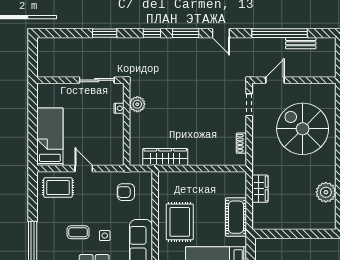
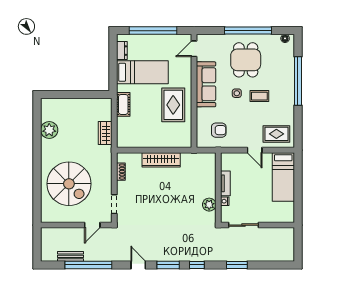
tv unit: (118, 129) -> (225, 183), added
wardrobe: (165, 157) -> (161, 160), moved
cot: (236, 217) -> (123, 104), width x0.73, depth x0.75

